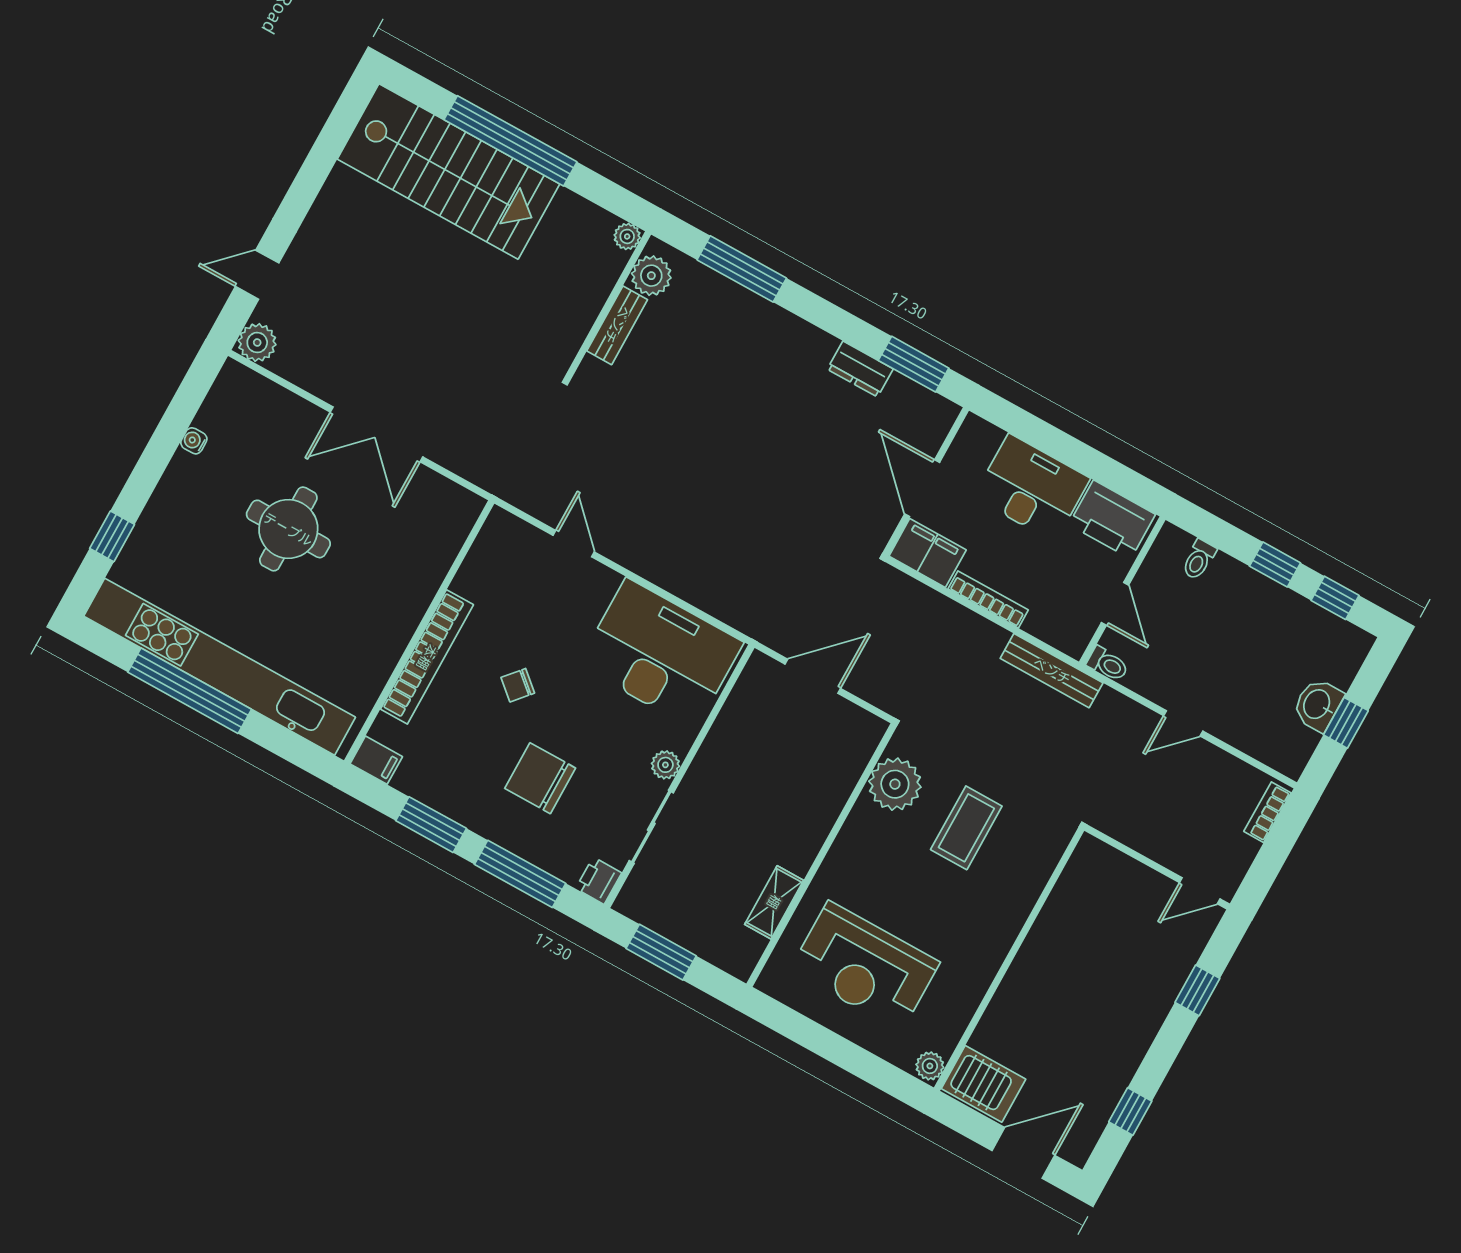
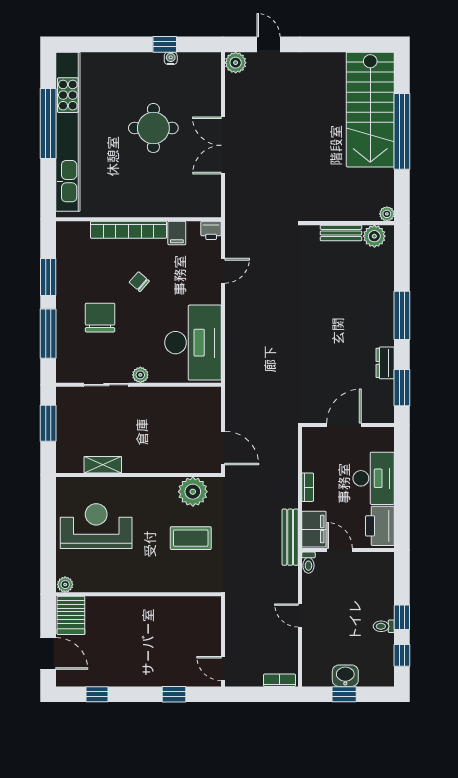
window: (742, 269) -> (402, 315), moved
window: (112, 536) -> (165, 44), moved
filing cabinet: (928, 553) -> (314, 529), moved
toilet: (1199, 560) -> (384, 626), moved
bookcase: (988, 599) -> (308, 487), width x0.64
door: (1115, 604) -> (340, 550), swing flipped
door: (813, 676) -> (223, 448), moved
filing cabinet: (376, 760) -> (177, 233), moved
printer: (599, 881) -> (211, 230), moved, turned 180
reception desk: (865, 966) -> (96, 526), turned 90

